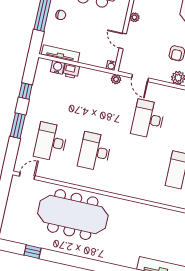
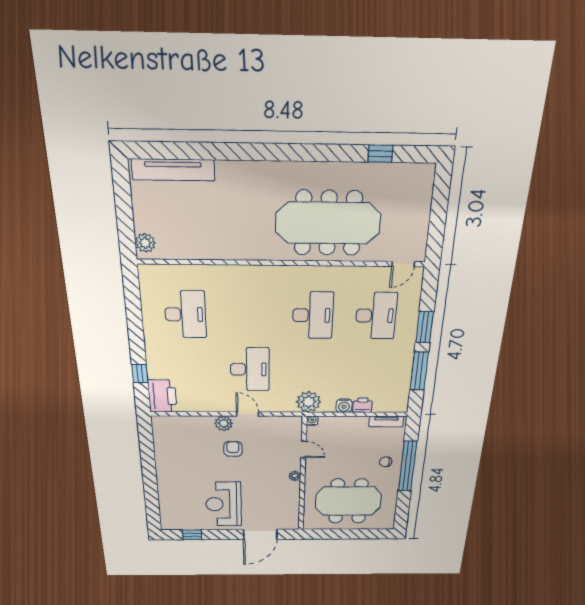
tv unit: (61, 54) -> (386, 422), width x0.71
water cooler: (57, 67) -> (344, 406), moved
door: (140, 78) -> (248, 414), moved
plant: (116, 79) -> (309, 402), width x1.87, depth x1.87
window: (25, 91) -> (419, 371), width x2.17

